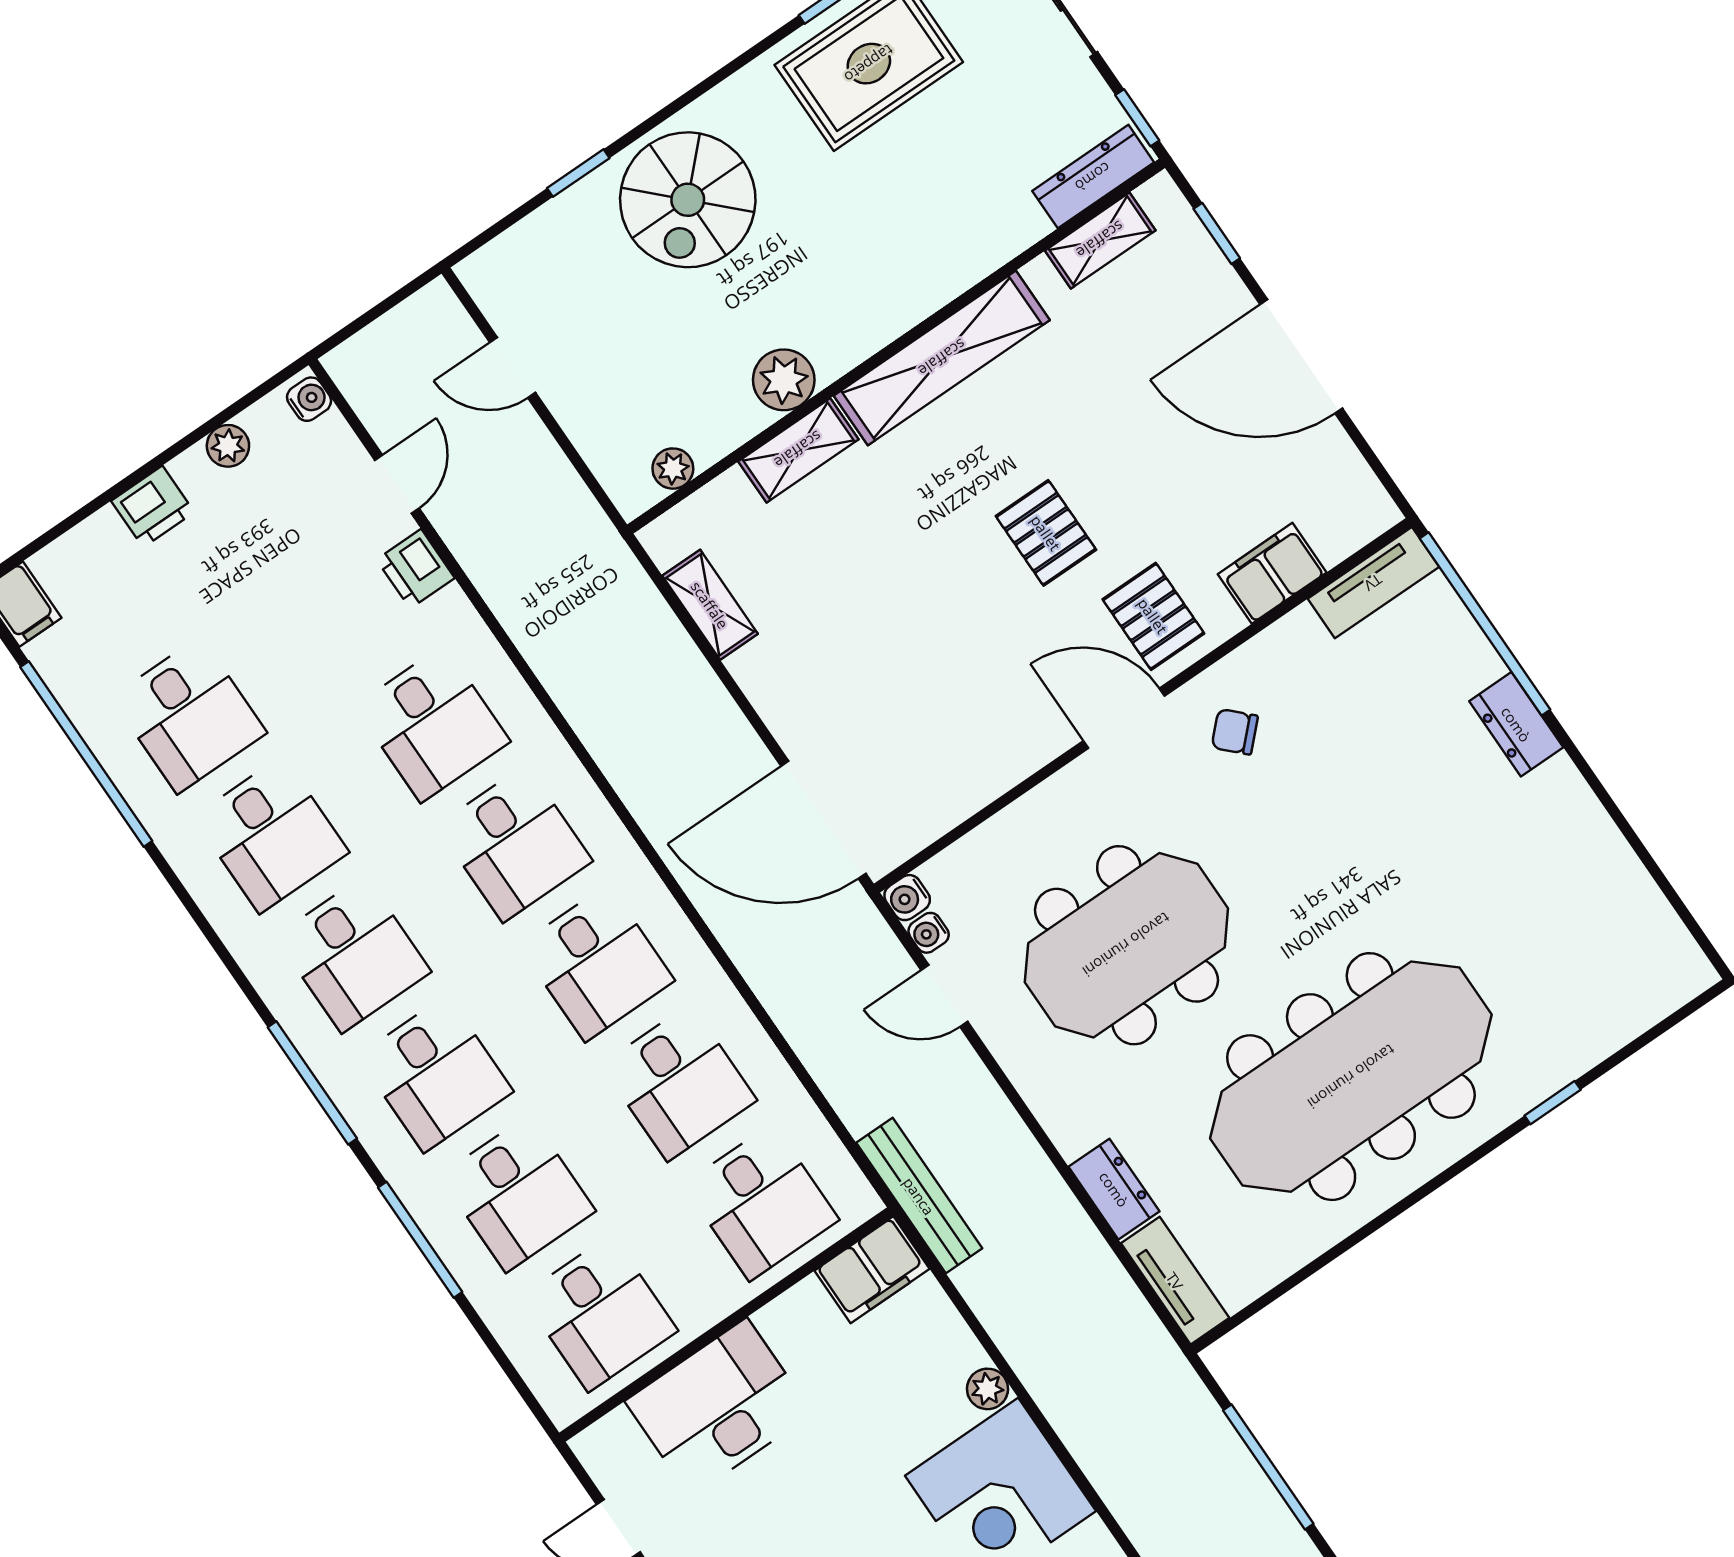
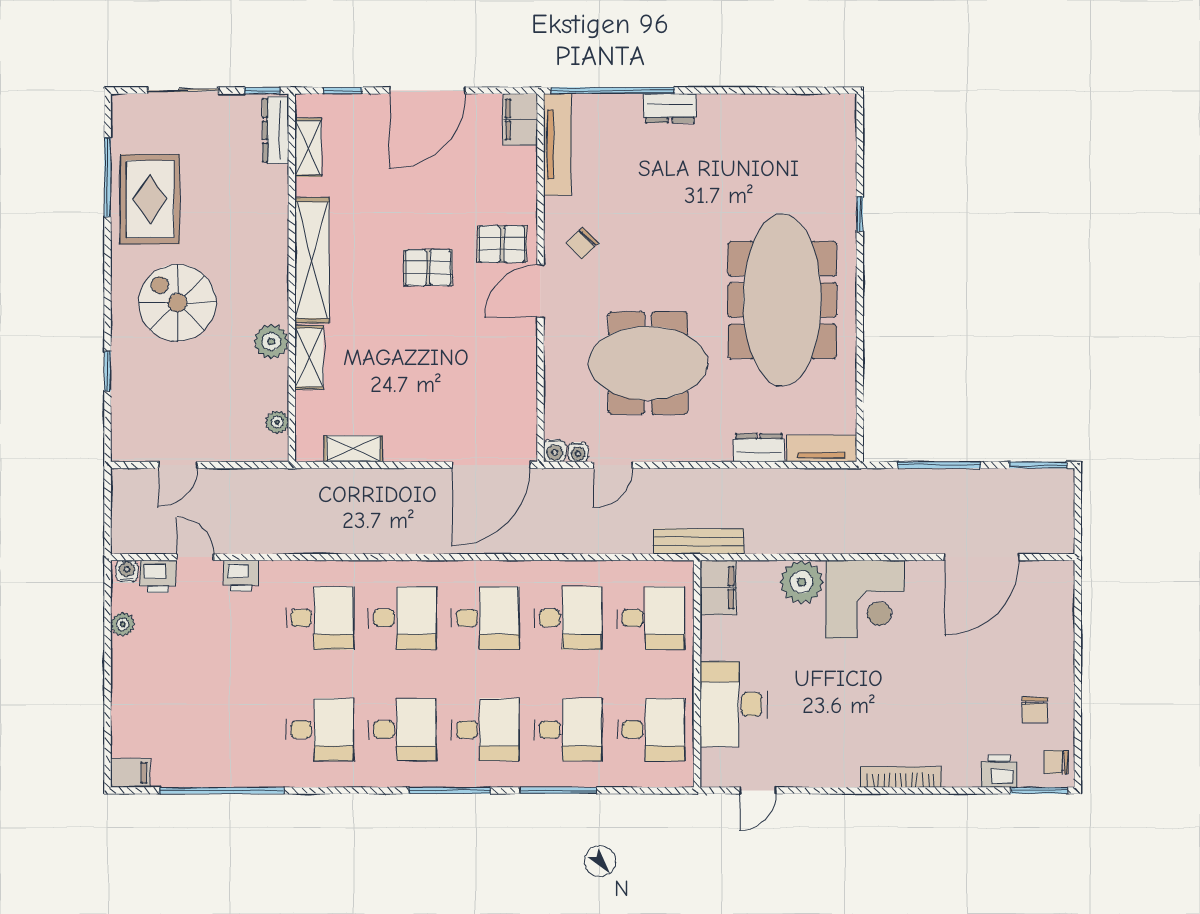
spiral stairs: (688, 200) -> (177, 303), moved, turned 180
printer: (153, 507) -> (158, 576), moved, turned 90
filing cabinet: (1272, 573) -> (520, 119), moved
tv unit: (1373, 583) -> (557, 144), width x1.41
desk: (189, 715) -> (237, 730), removed
meeting table: (1126, 945) -> (648, 363), turned 90
plant: (987, 1389) -> (802, 582), width x1.88, depth x1.88

